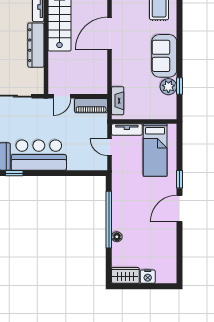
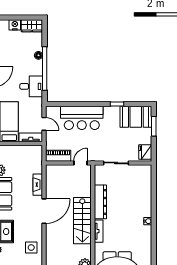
fireplace: (118, 101) -> (38, 185), moved
bar counter: (39, 155) -> (82, 118), moved
desk: (126, 196) -> (31, 86), added

